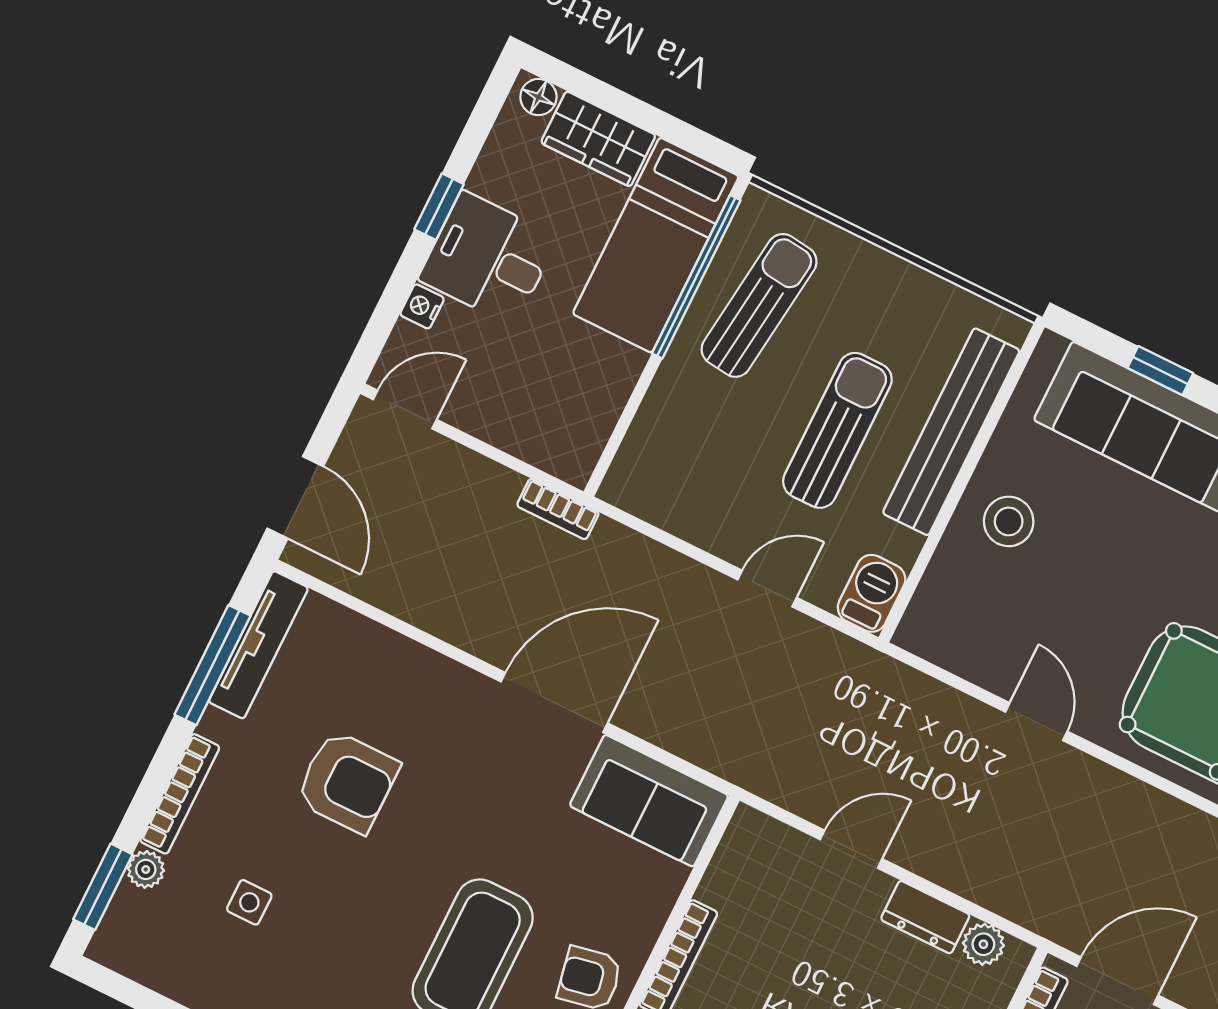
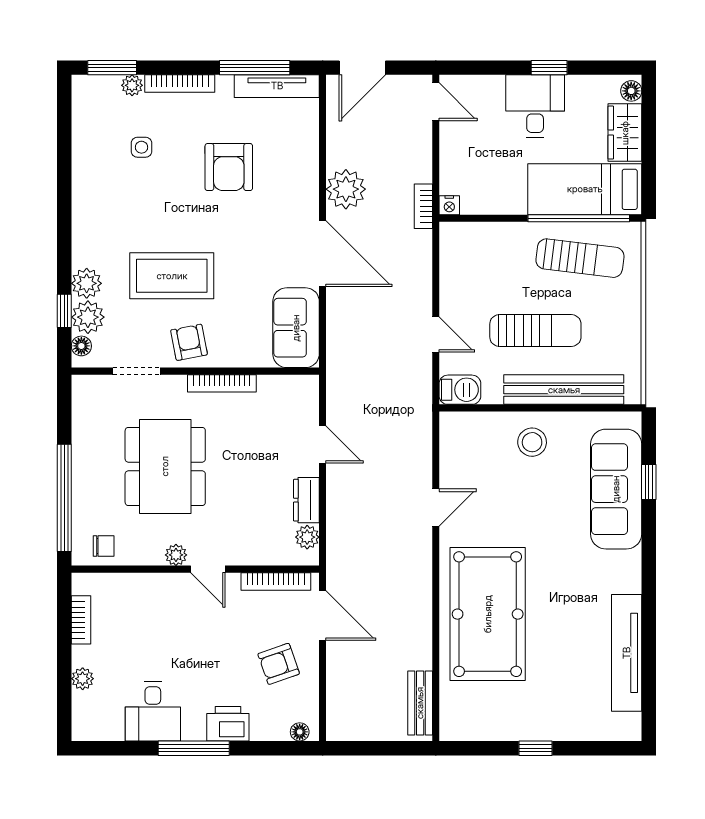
nightstand: (422, 306) -> (449, 205), moved, turned 180
plant: (472, 617) -> (346, 189), added

